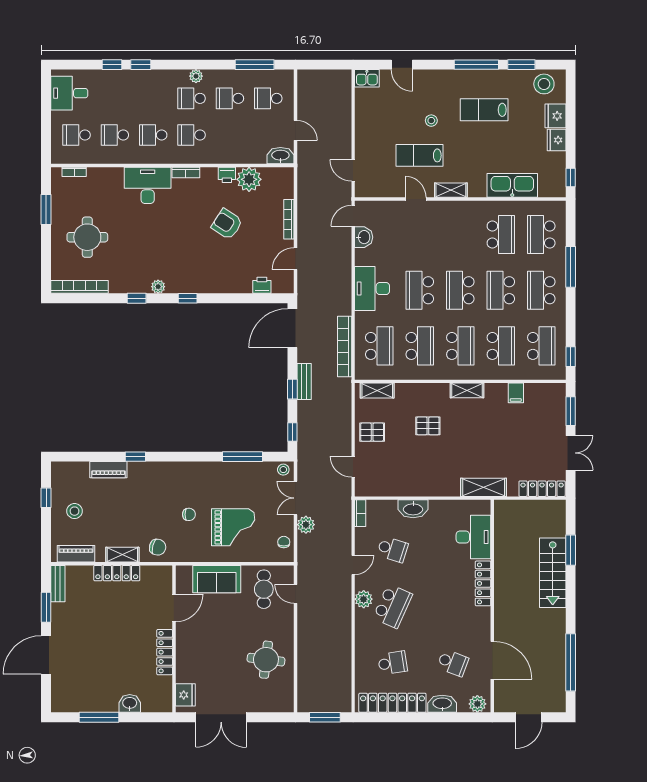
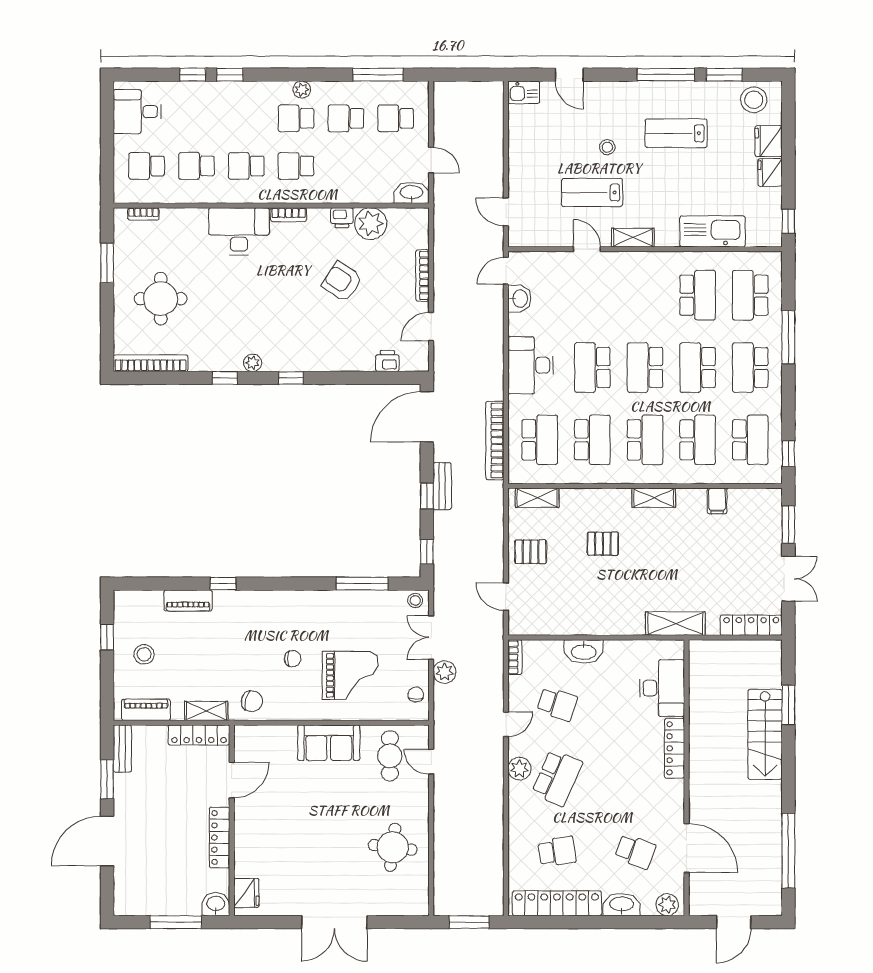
door: (174, 608) -> (232, 780), moved
wall: (174, 639) -> (232, 820), moved
locker: (165, 652) -> (220, 838), moved
fridge: (185, 695) -> (246, 893), moved

